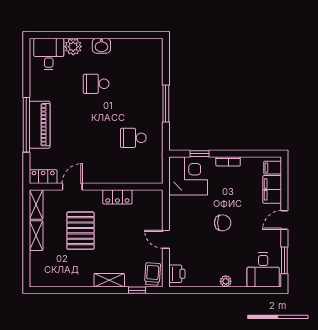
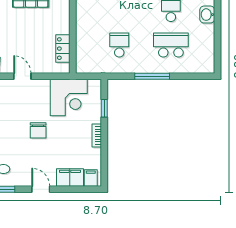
school desk: (133, 84) -> (171, 45), added
corner desk: (188, 176) -> (69, 97), moved
locker: (117, 197) -> (63, 49), moved
door: (166, 239) -> (22, 76), hinge flipped

